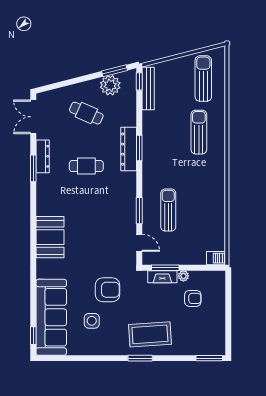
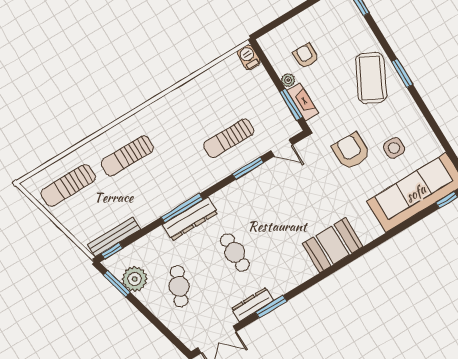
window: (139, 148) -> (182, 208), width x1.44
door: (139, 243) -> (282, 148), swing flipped
coffee table: (150, 334) -> (371, 78), turned 31

